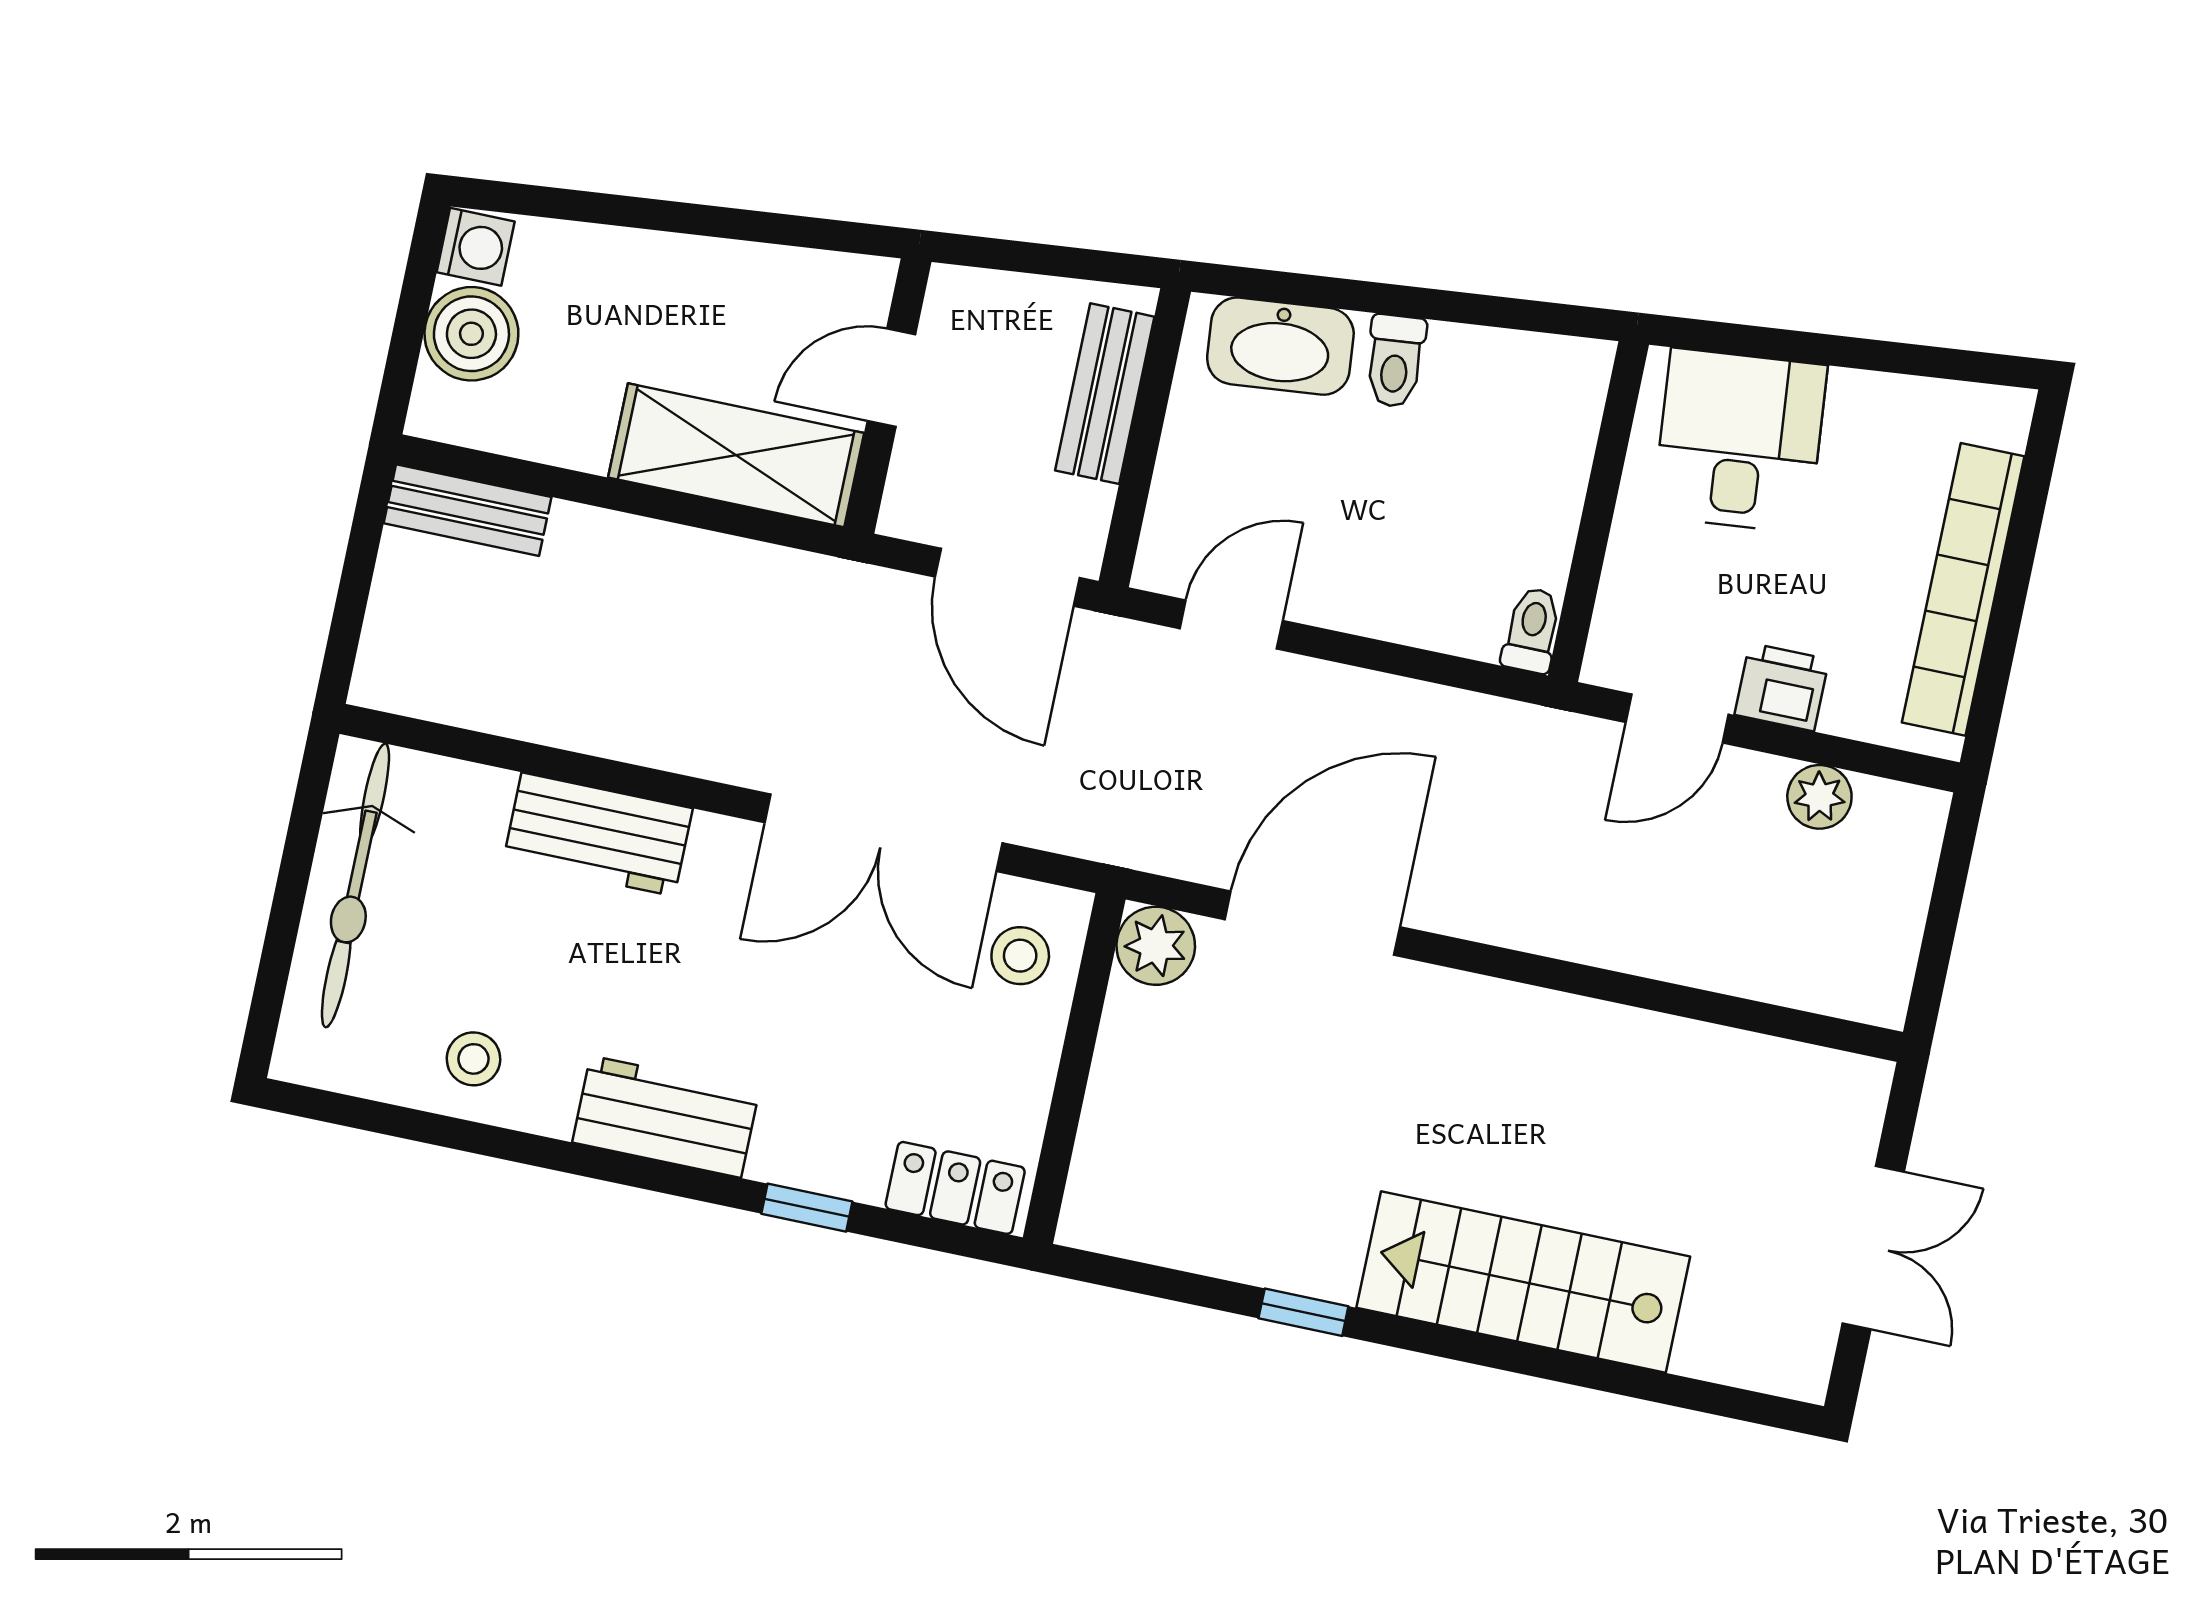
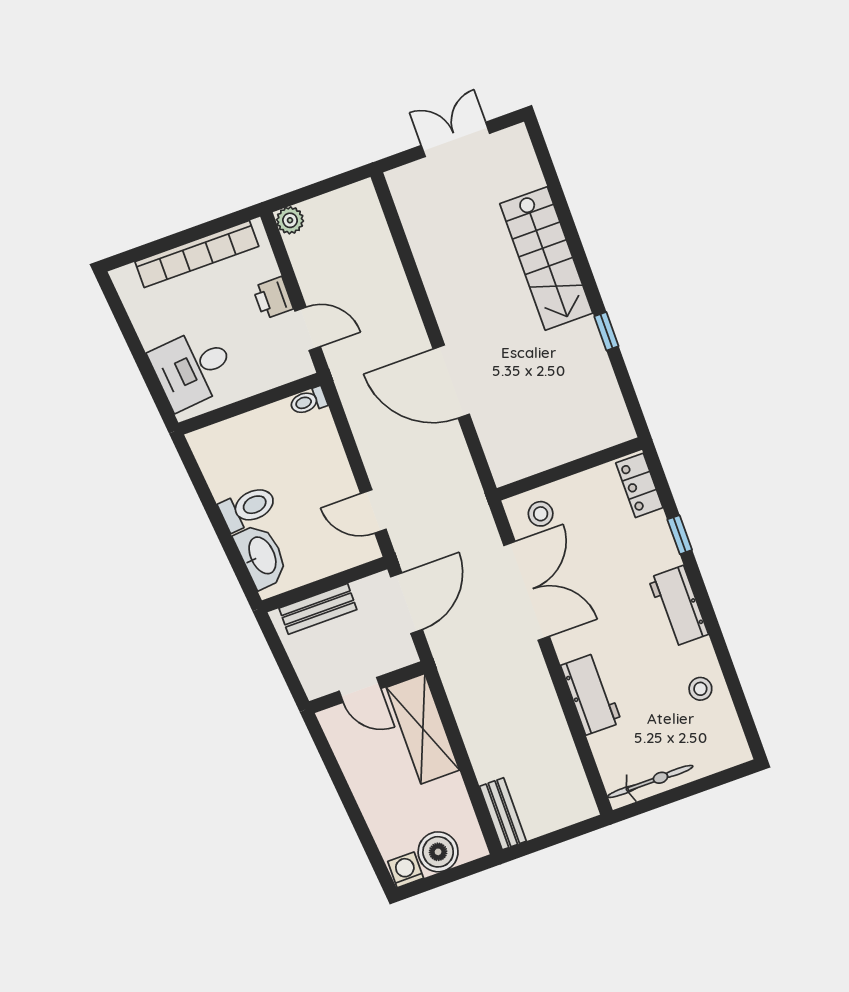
toilet: (1395, 361) -> (248, 508), width x1.37, depth x1.39
plant: (1819, 797) -> (290, 220), moved
bicycle: (355, 885) -> (650, 781), width x0.73, depth x0.71
door: (1312, 923) -> (451, 382), moved
plant: (1156, 946) -> (507, 467), removed

